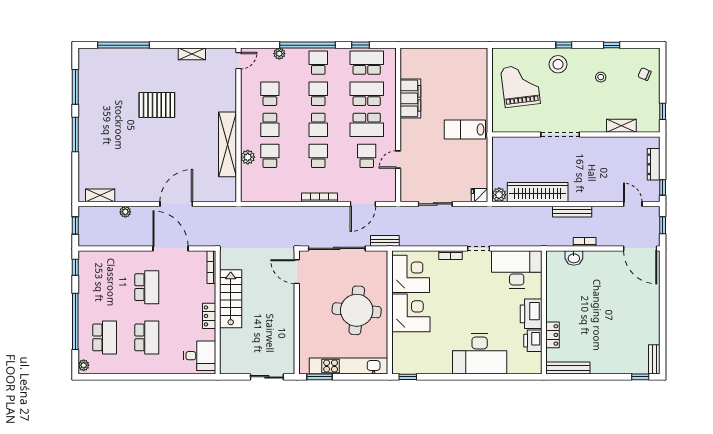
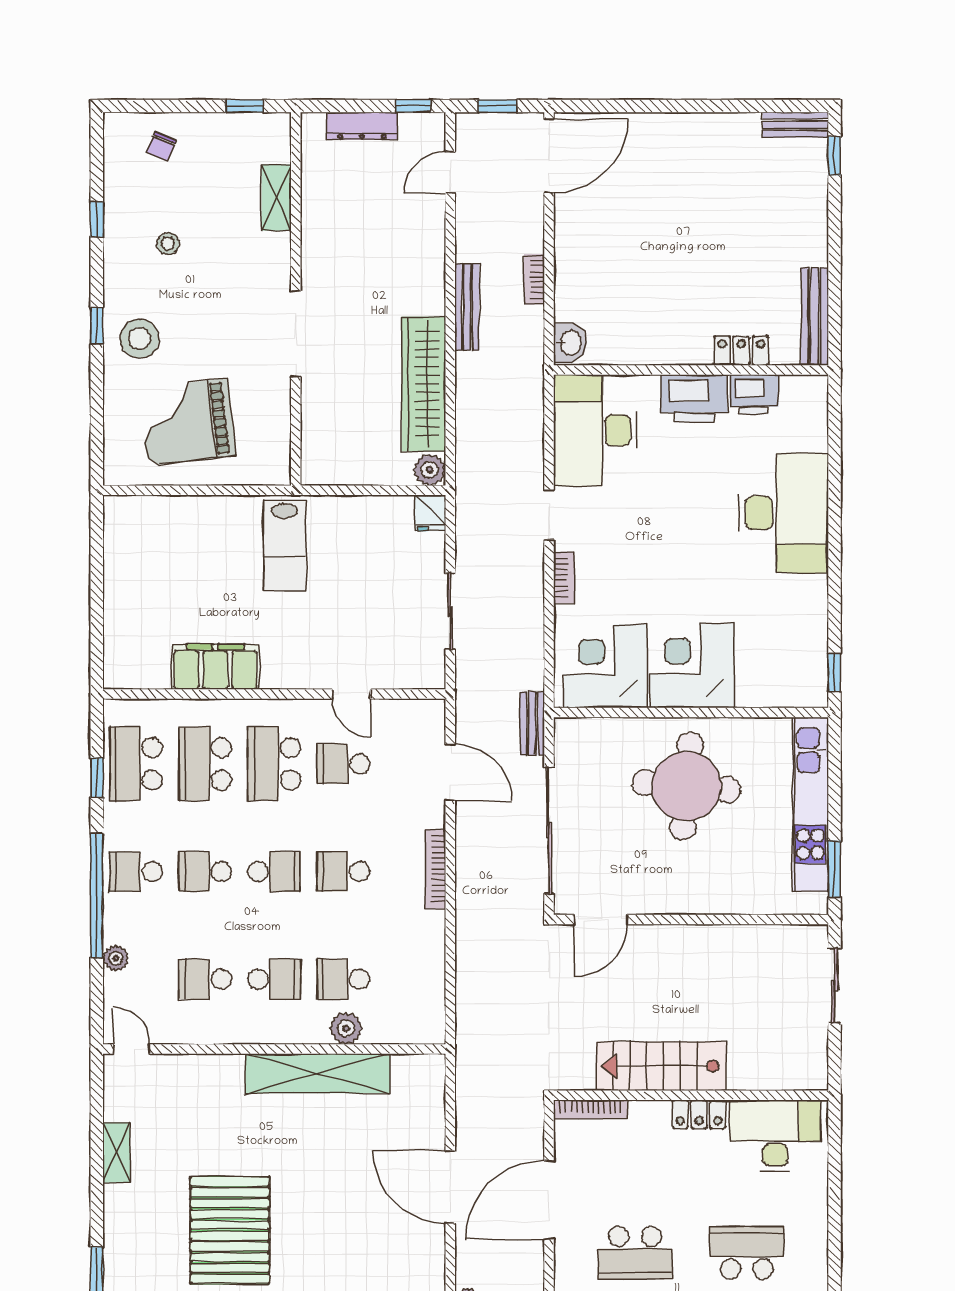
pallet: (157, 105) -> (230, 1230), width x1.37, depth x1.41
school desk: (367, 125) -> (274, 764), turned 180
washbasin: (574, 258) -> (570, 343), moved
school desk: (147, 287) -> (635, 1253), turned 180
desk: (199, 356) -> (775, 1136), width x1.37

